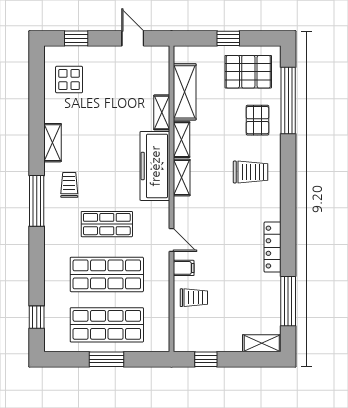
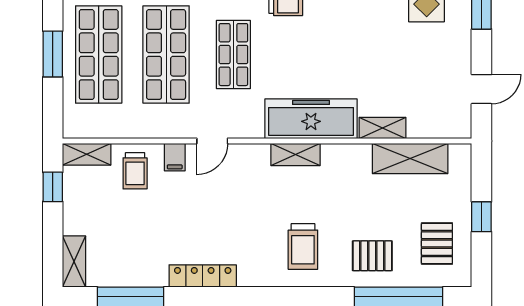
pallet: (248, 72) -> (437, 244), width x0.67, depth x0.71
shelving: (181, 140) -> (87, 154), moved

